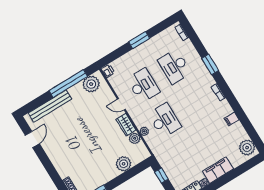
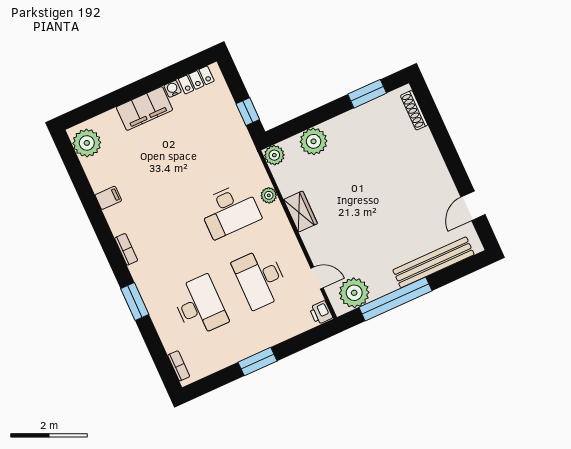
door: (121, 104) -> (317, 278), moved
desk: (165, 120) -> (230, 211), turned -90
plant: (135, 138) -> (274, 155), moved

